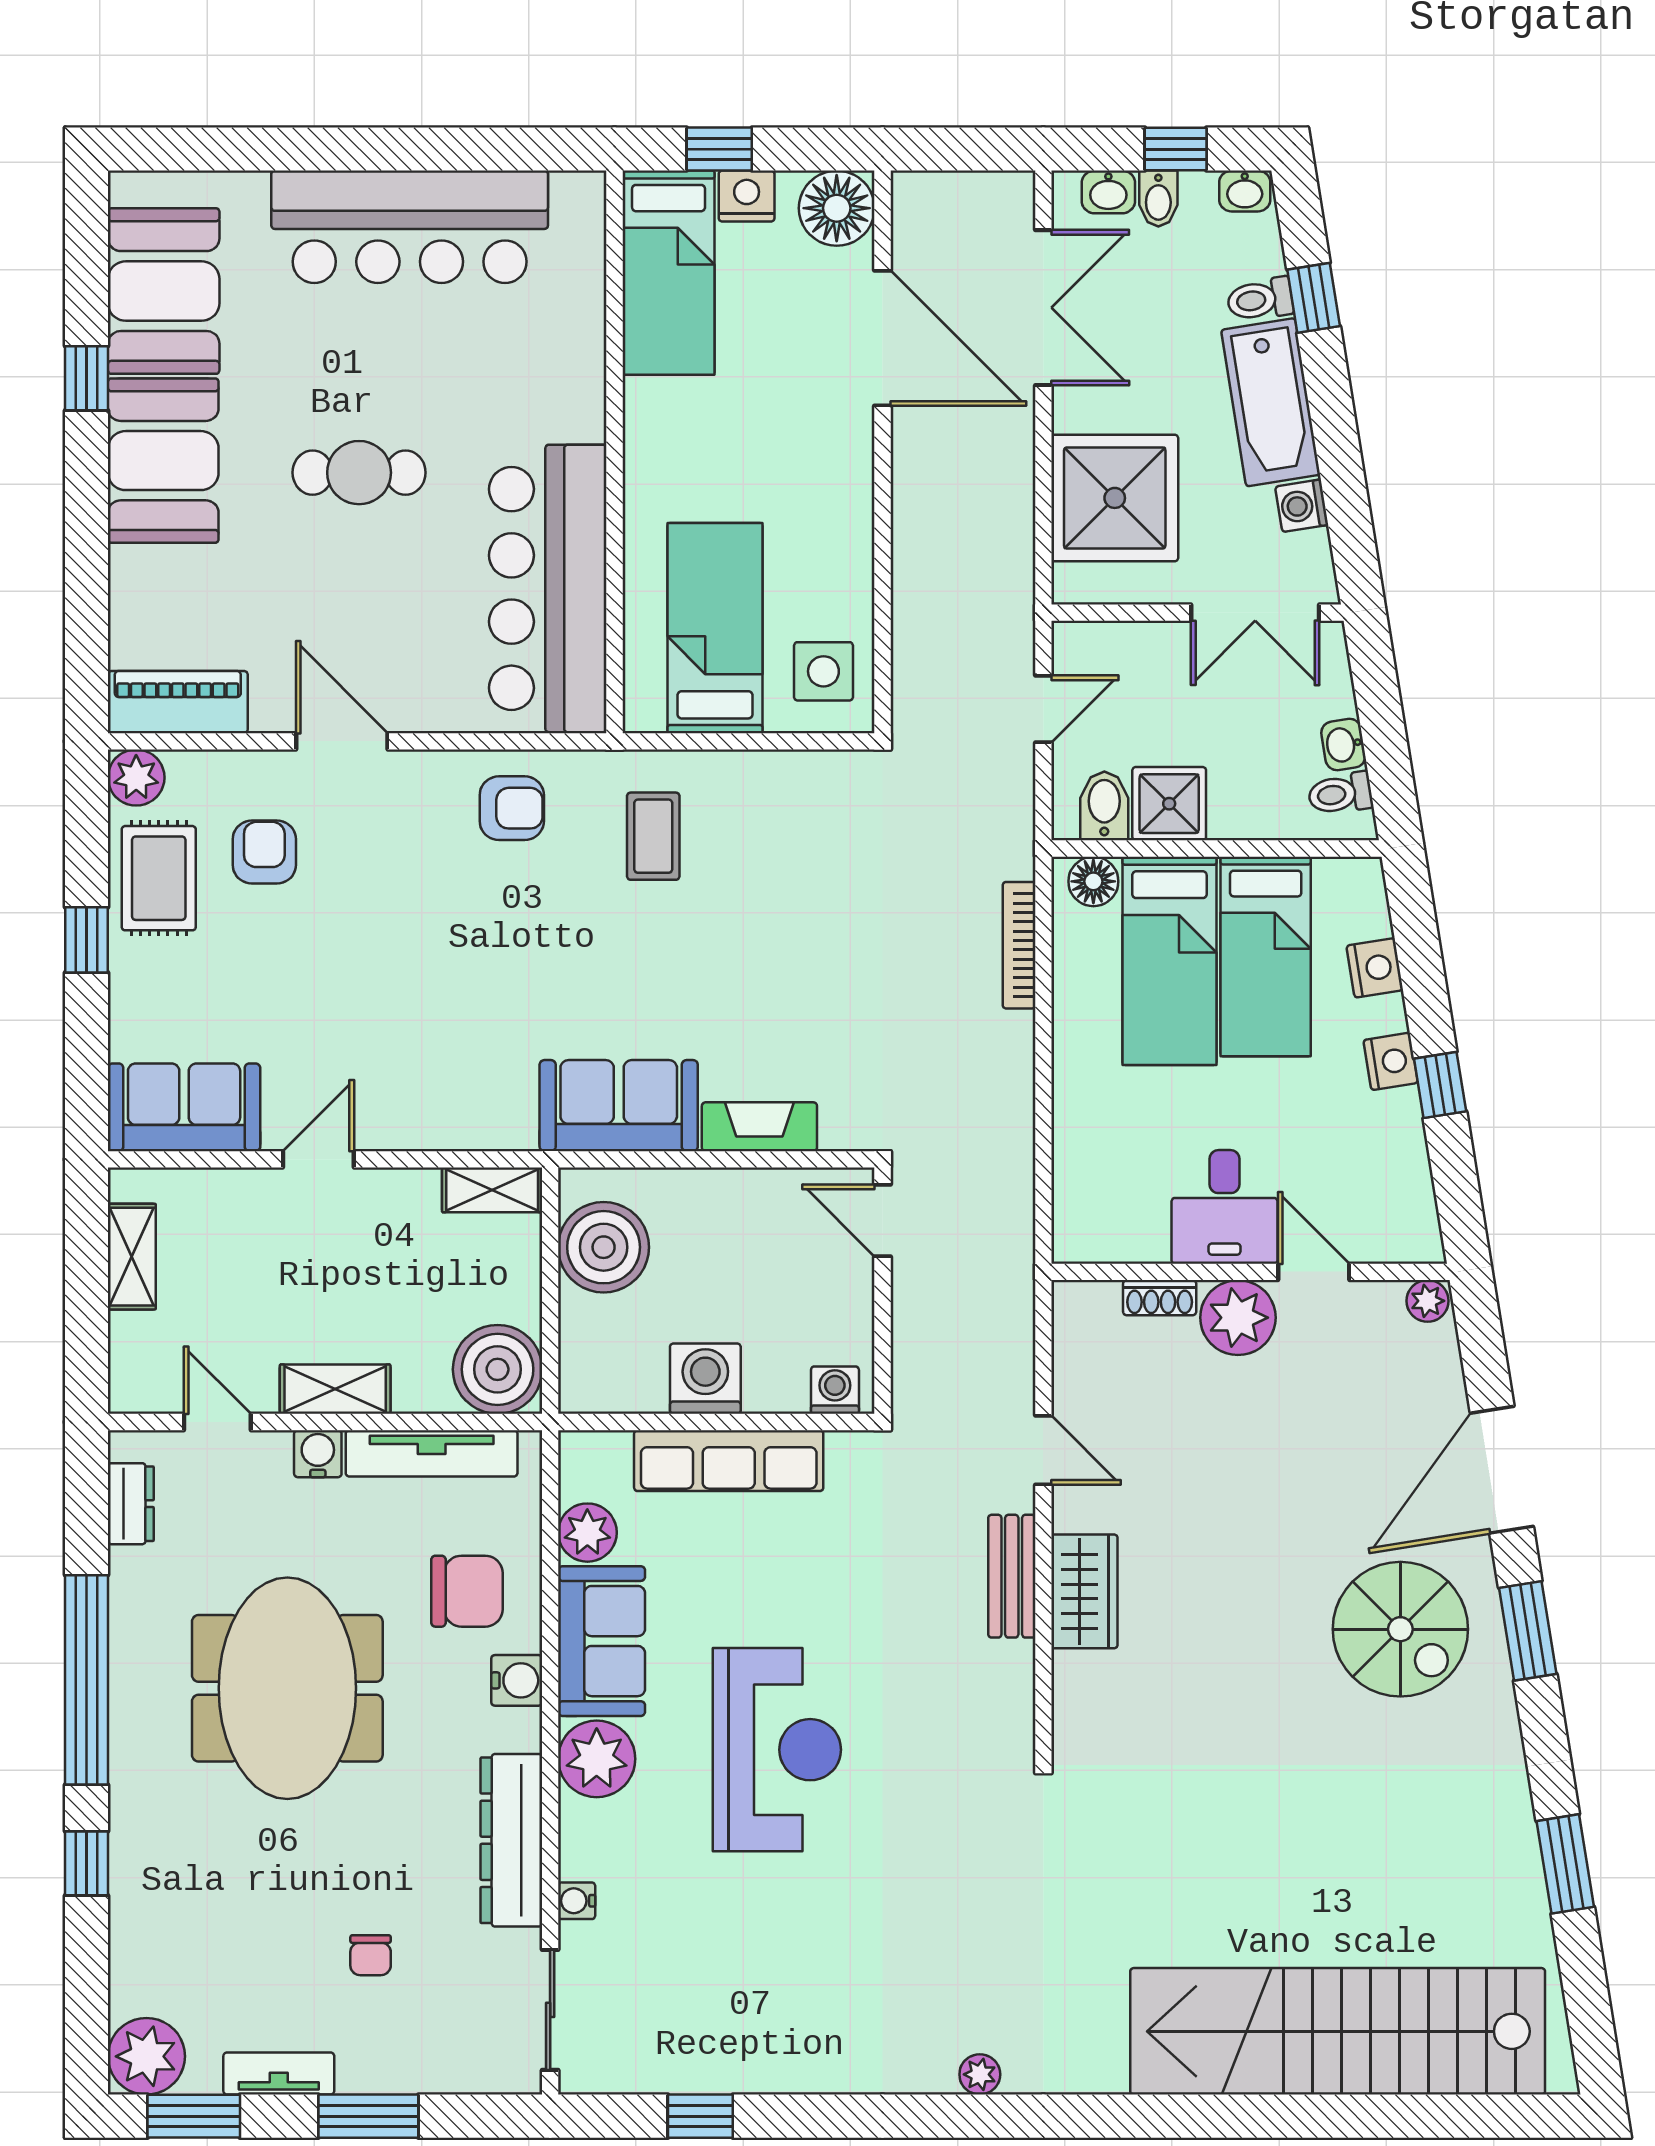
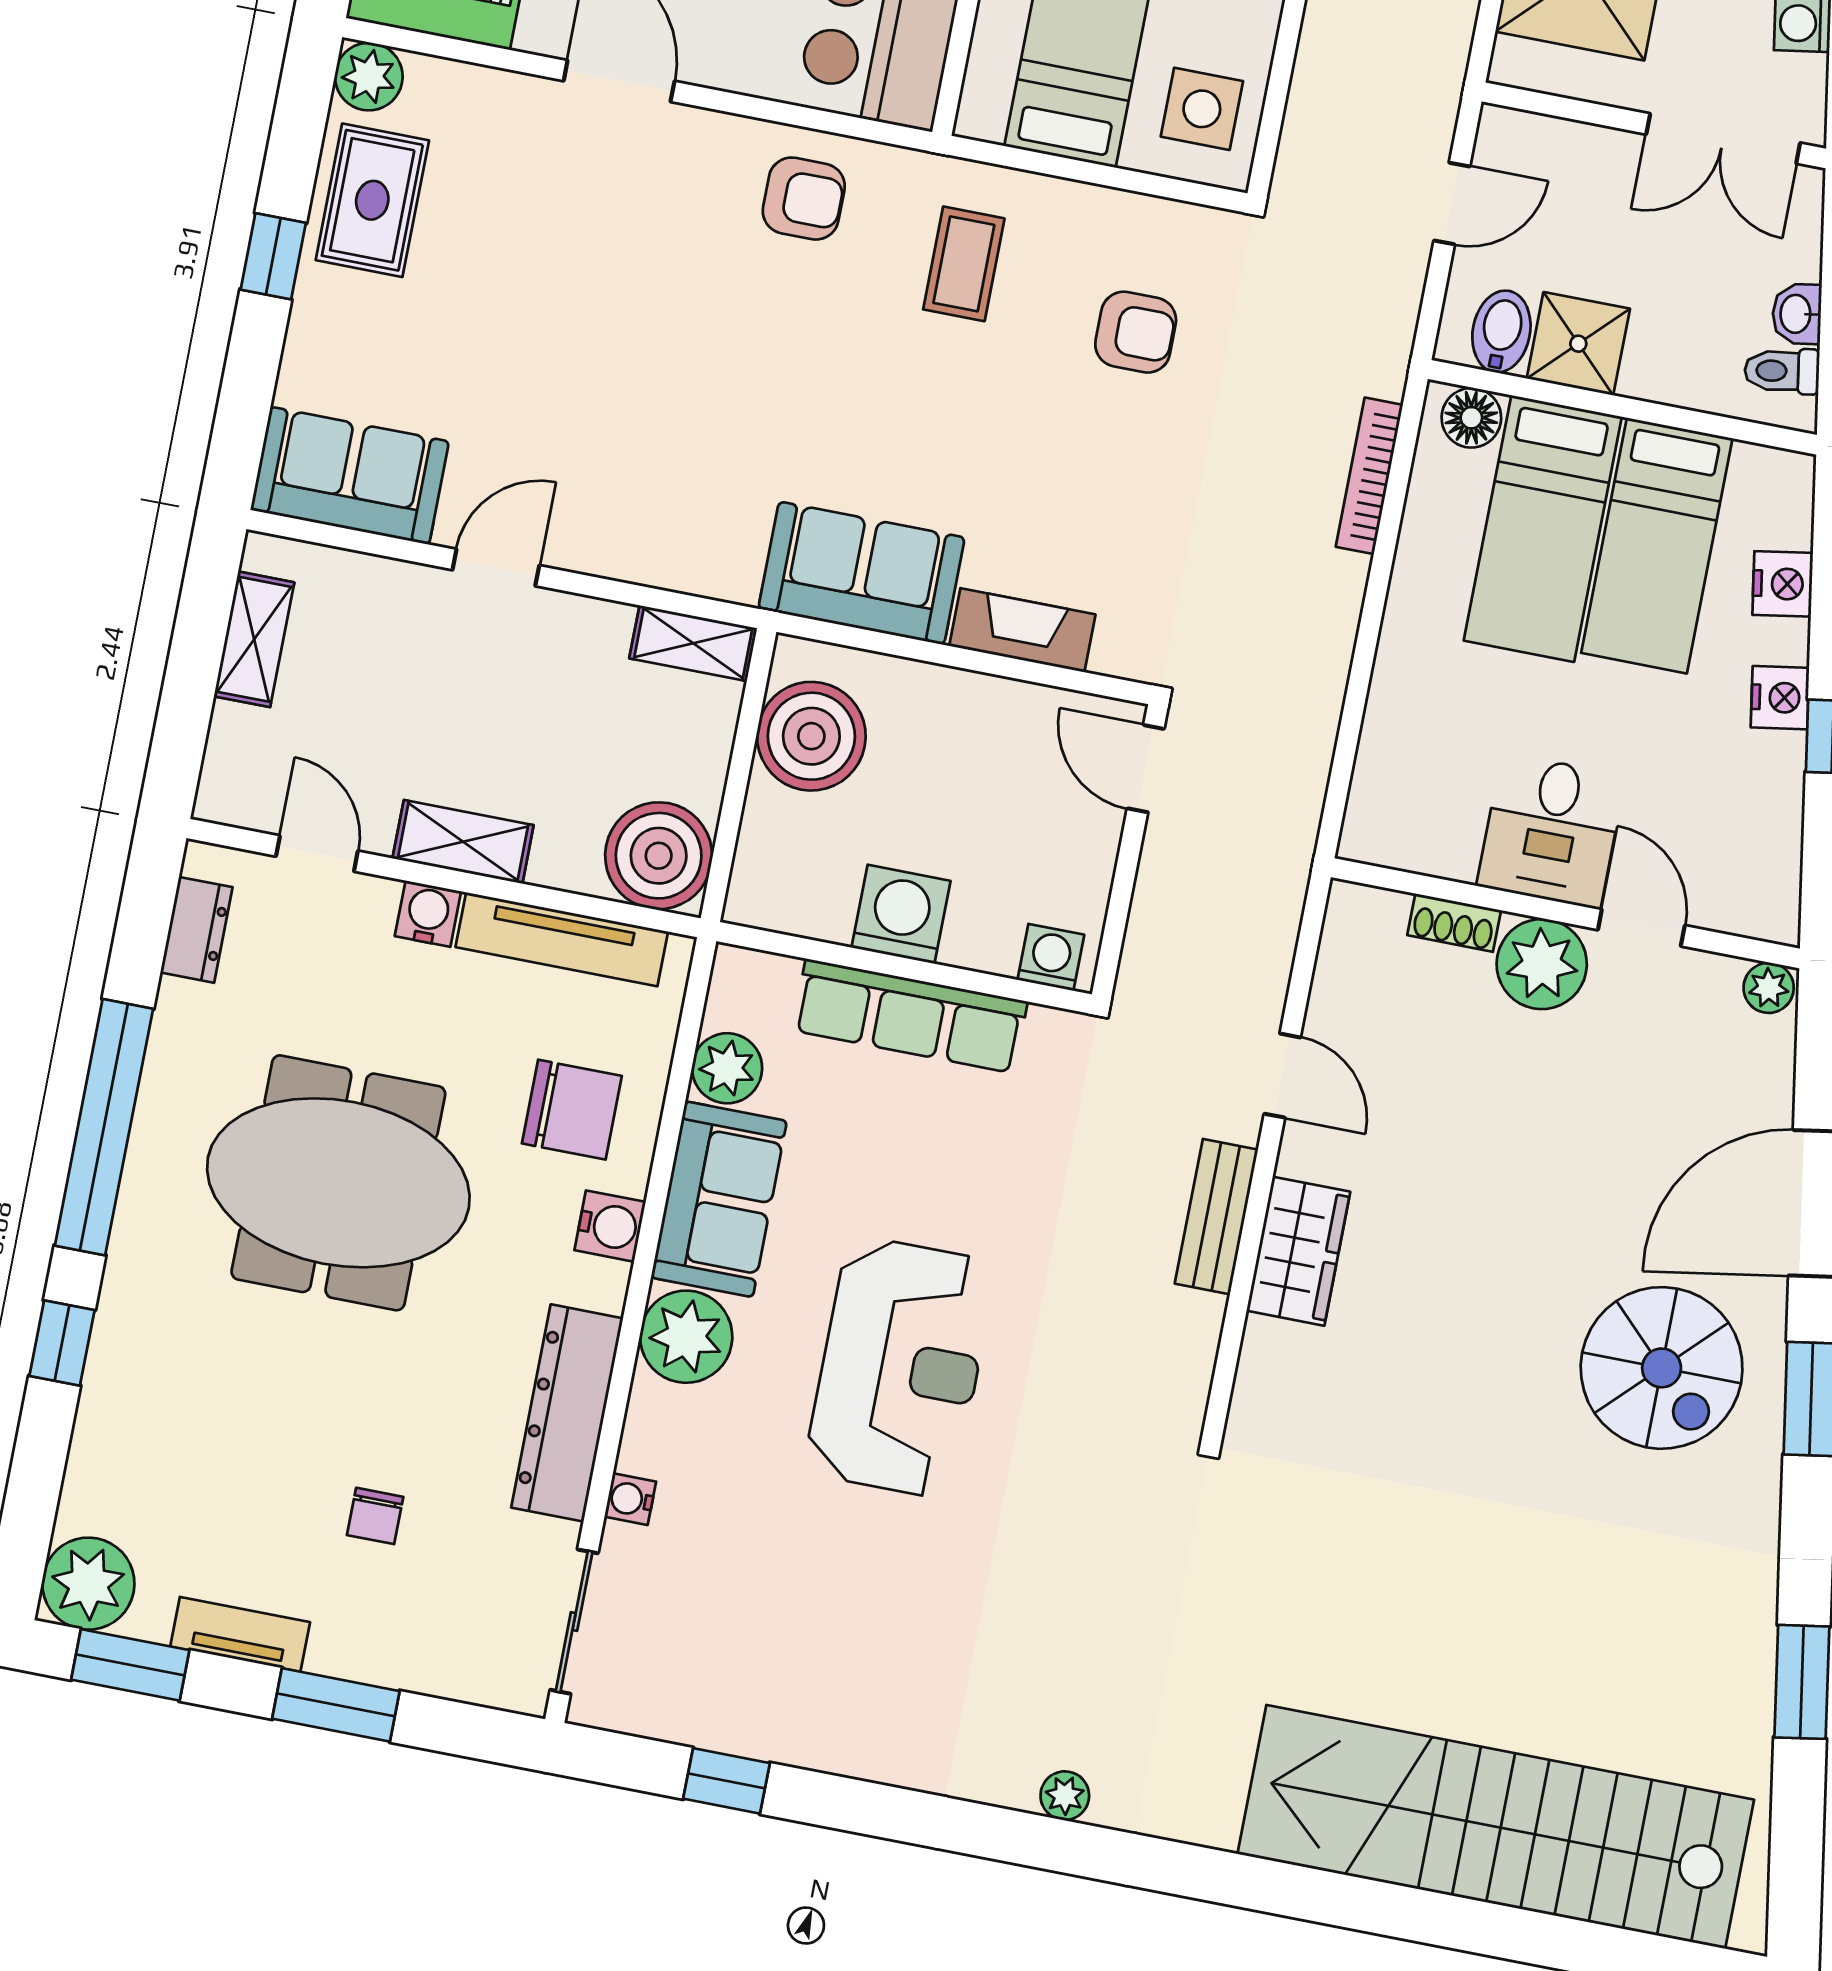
armchair: (264, 852) -> (1136, 332), moved, turned 90
meeting table: (287, 1688) -> (338, 1183), turned 90

